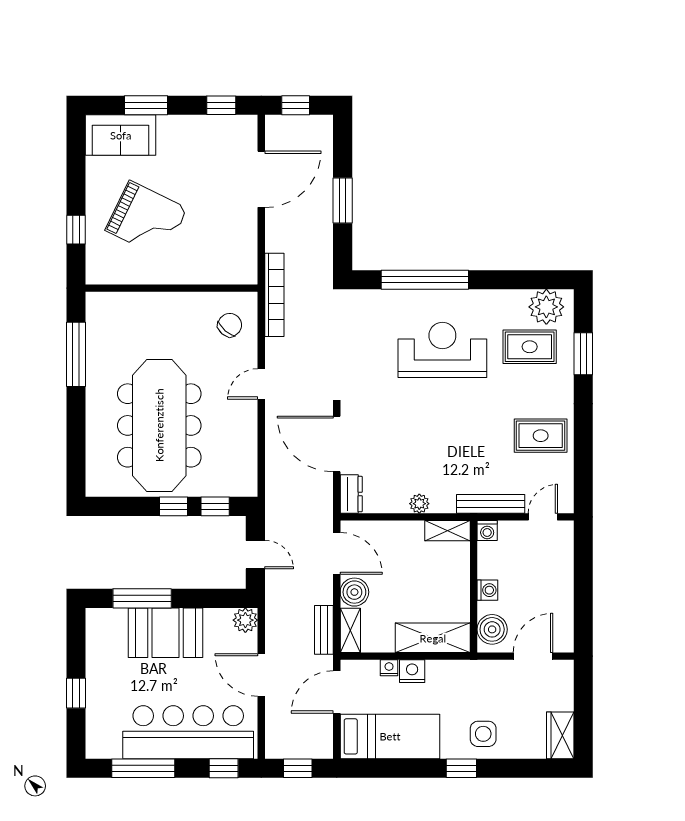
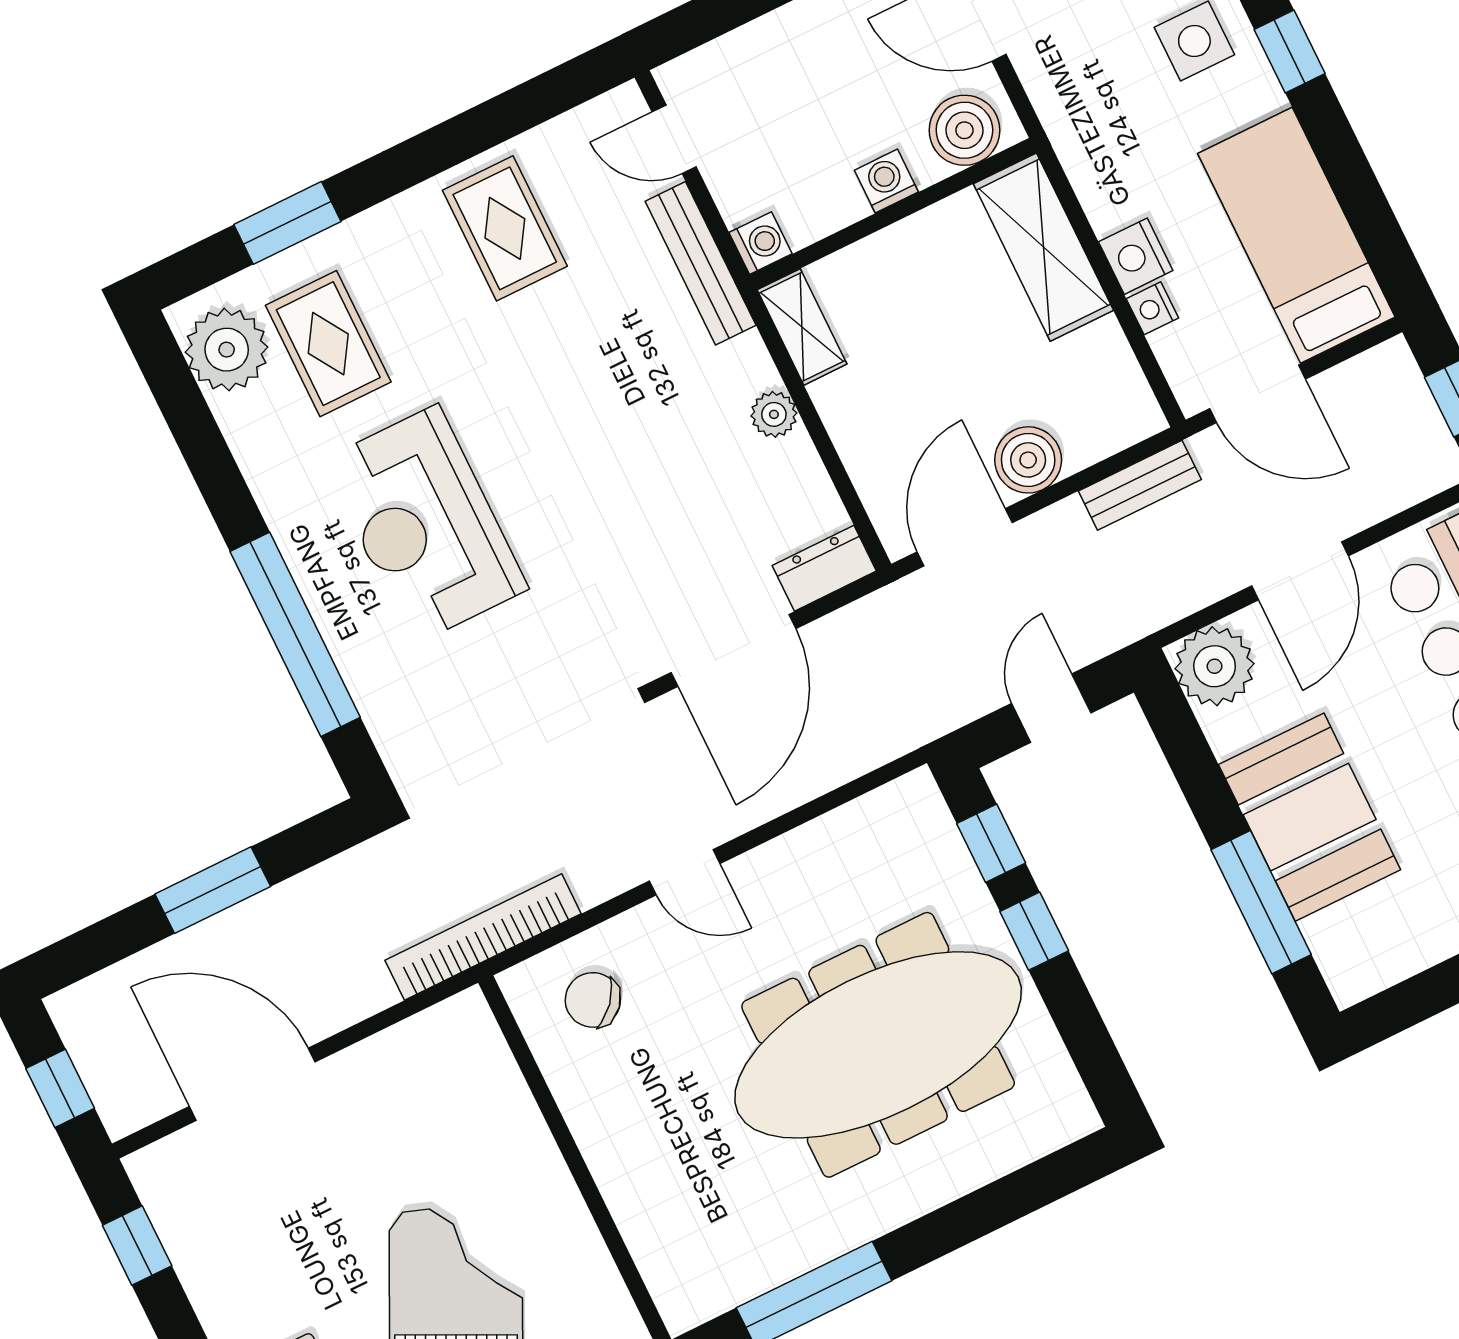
plant: (245, 620) -> (1215, 666), width x1.36, depth x1.36
shelving: (350, 630) -> (1113, 429), removed

